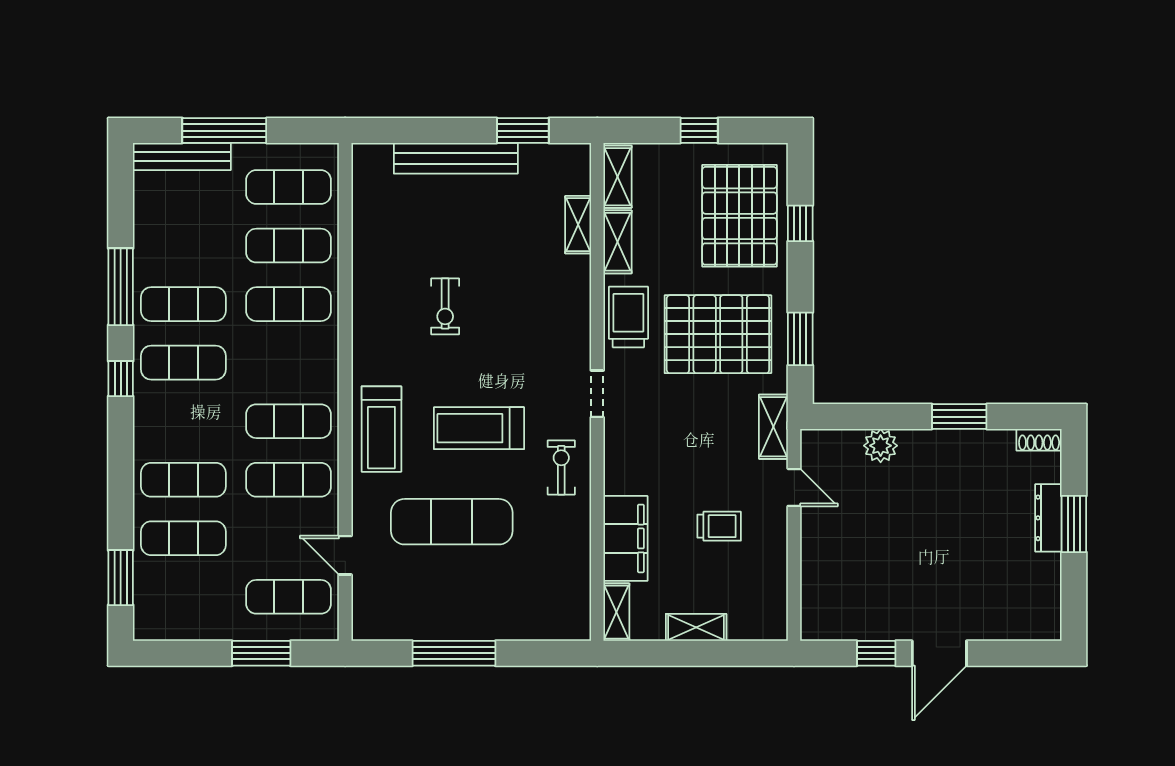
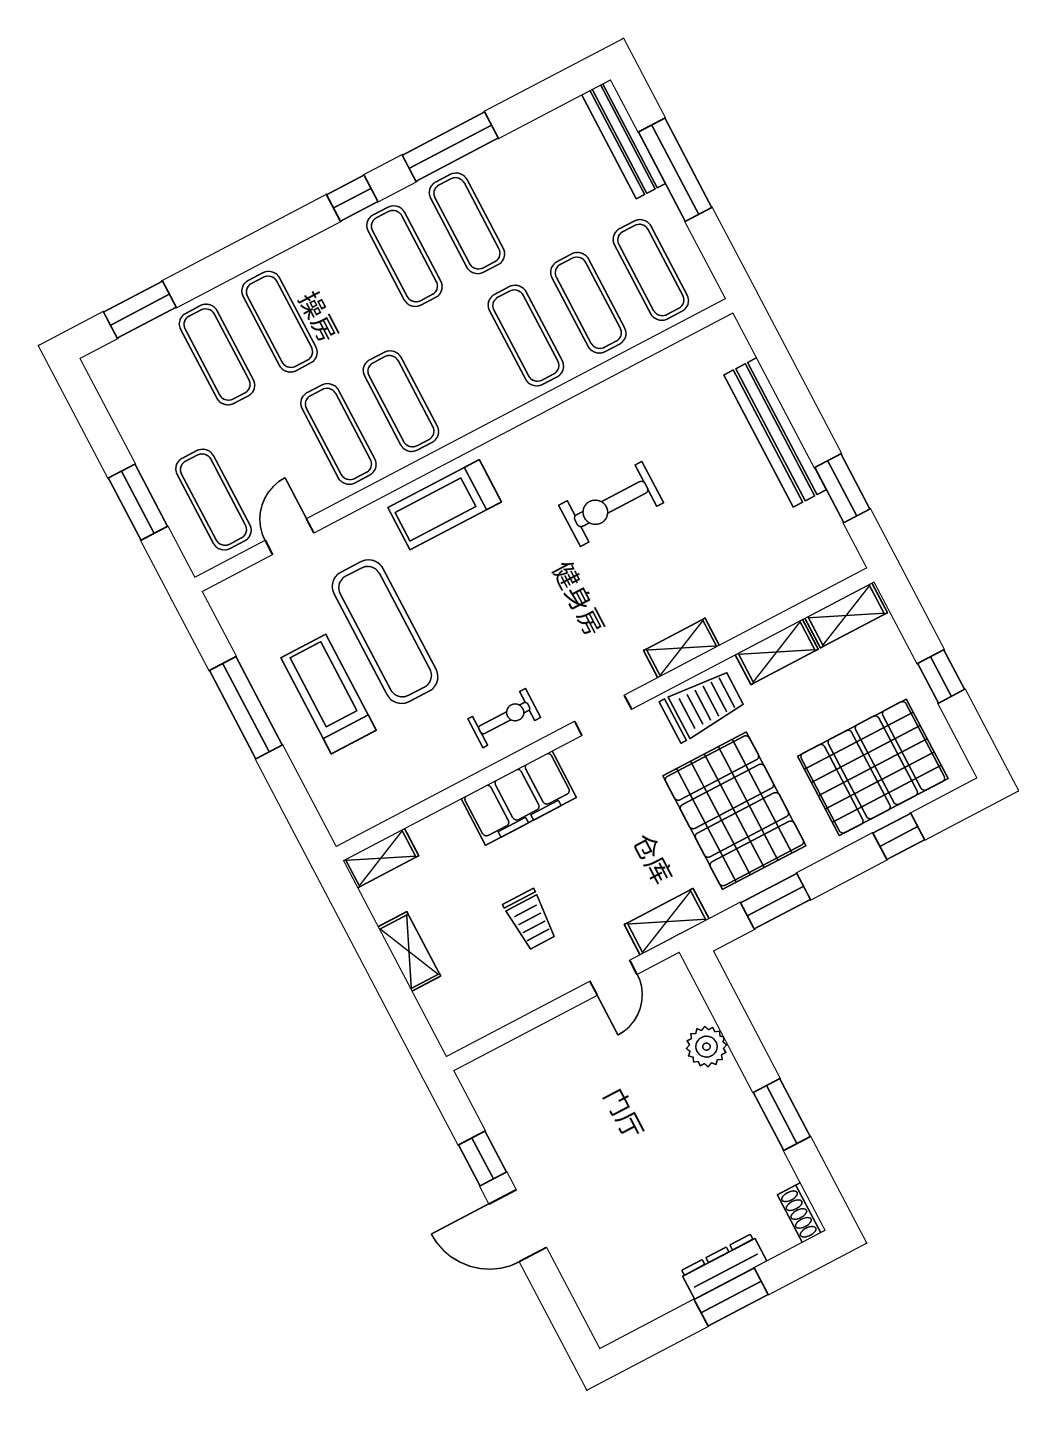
shelving: (578, 225) -> (682, 648), moved
exercise bike: (445, 306) -> (611, 504), width x1.38, depth x1.39
treadmill: (479, 428) -> (329, 694), moved
filing cabinet: (625, 538) -> (519, 798), moved

